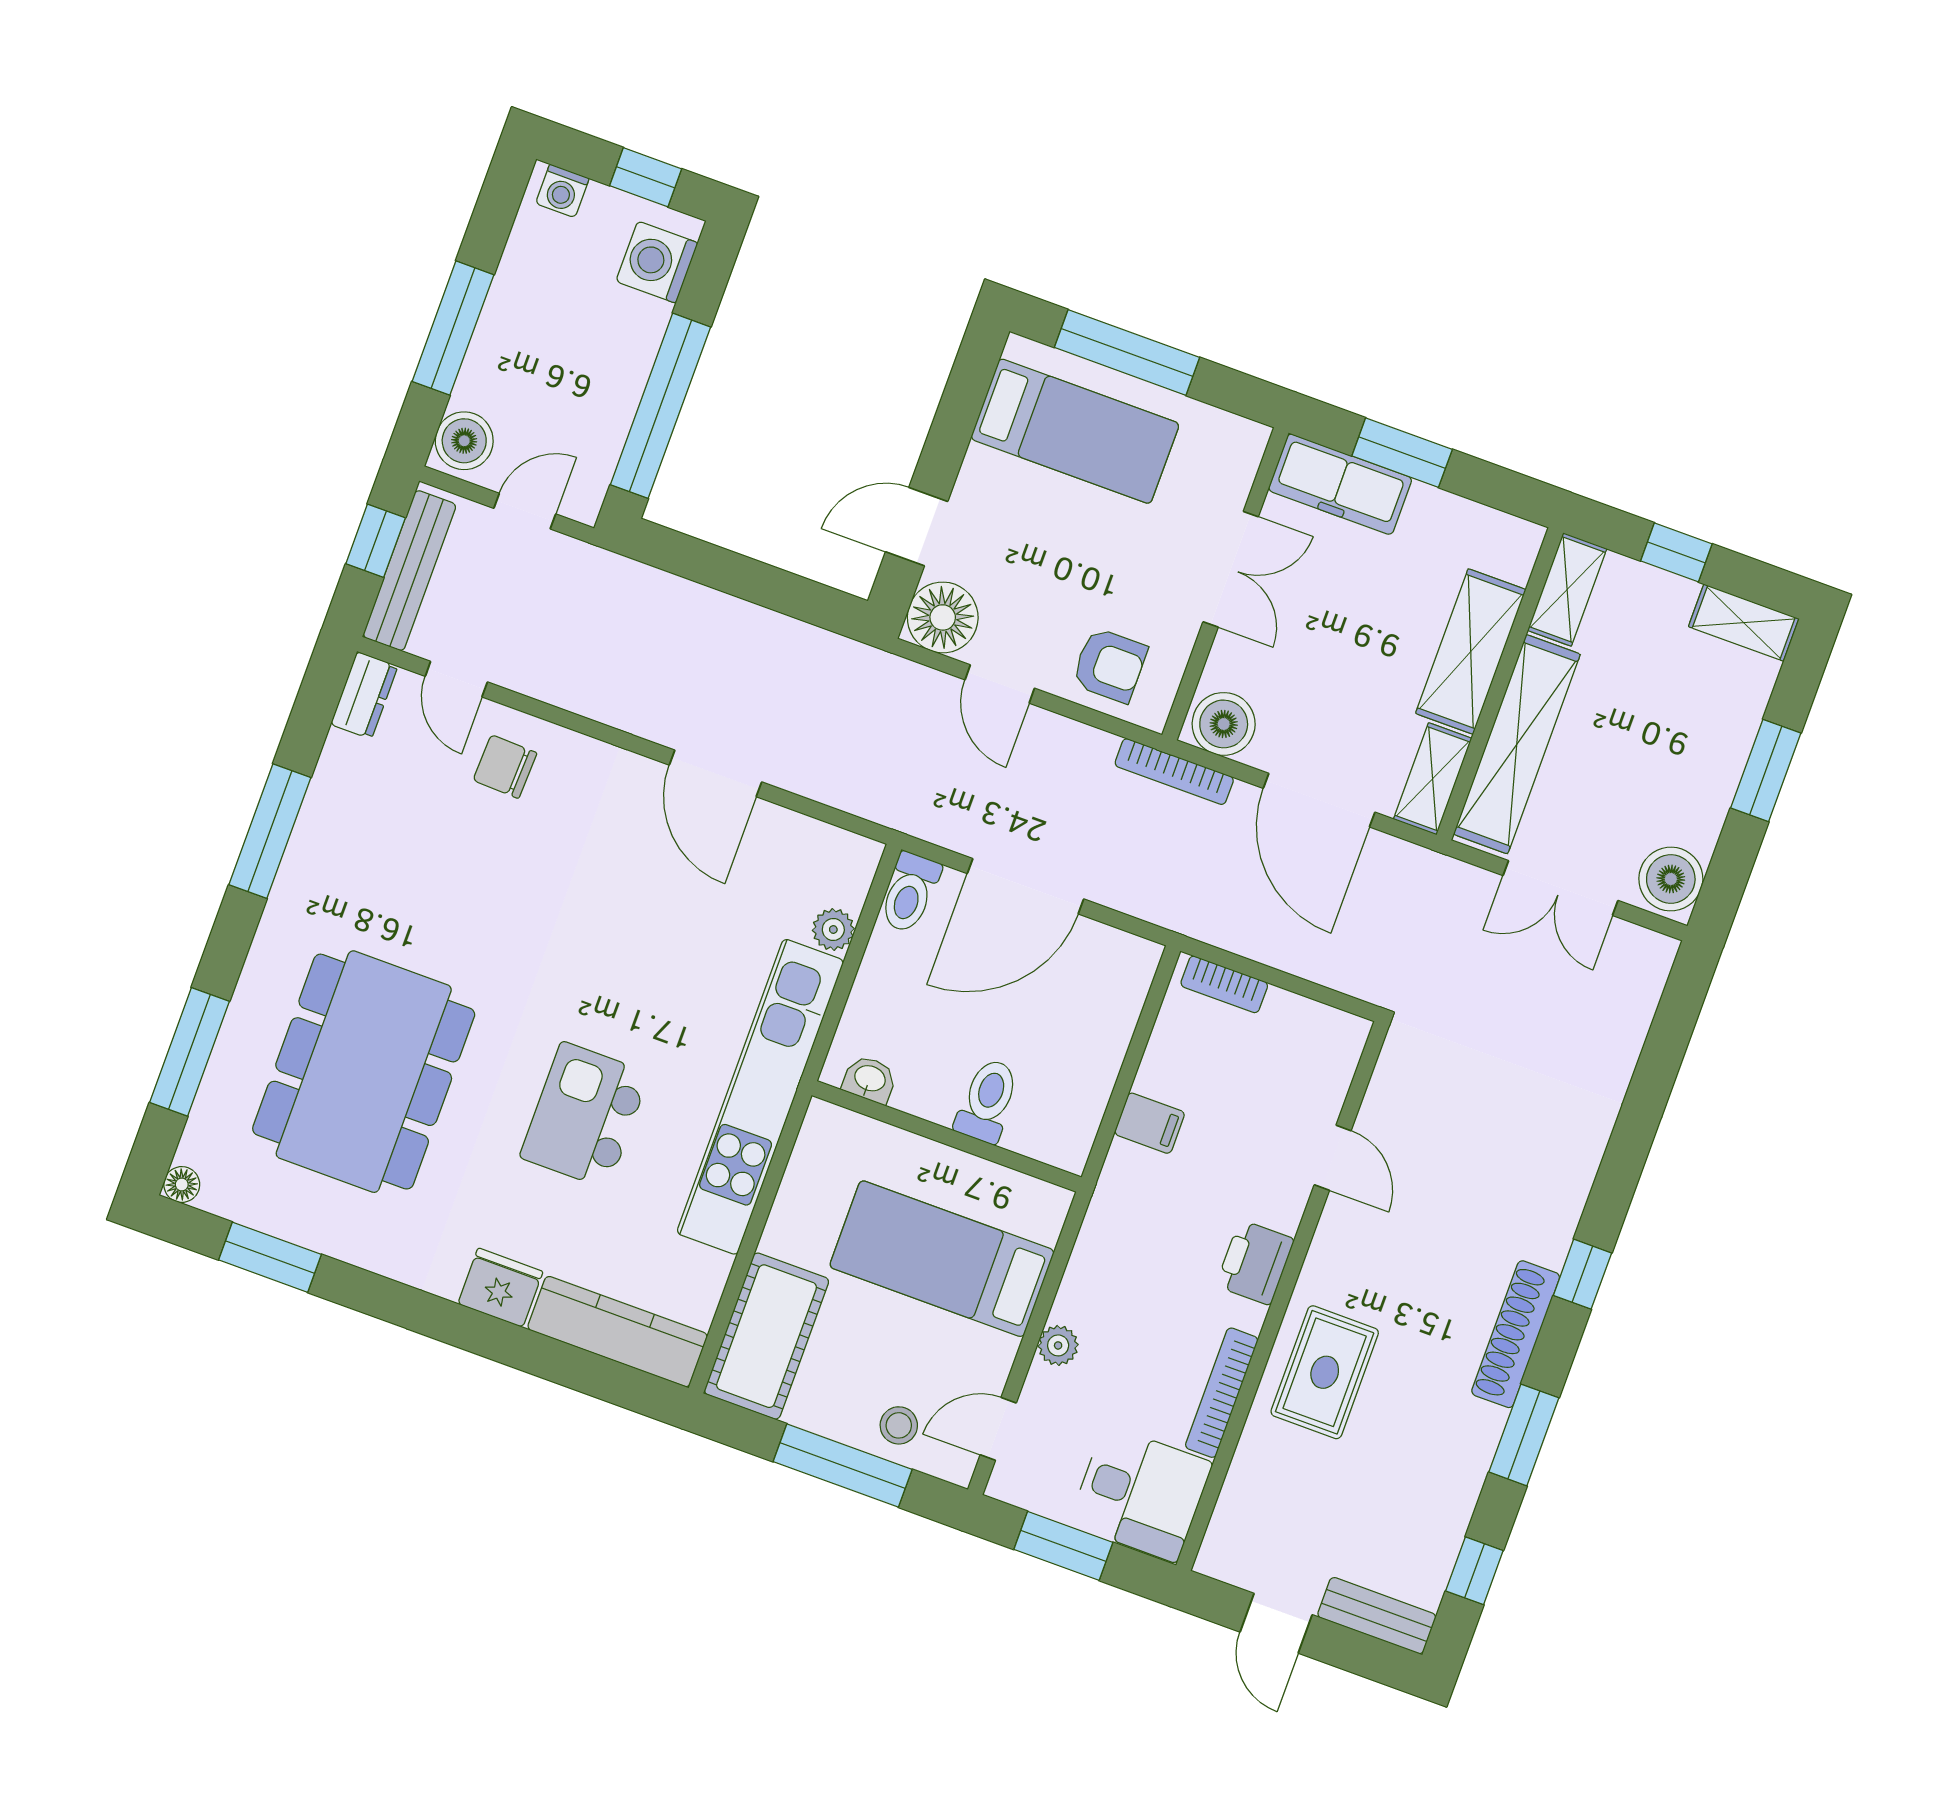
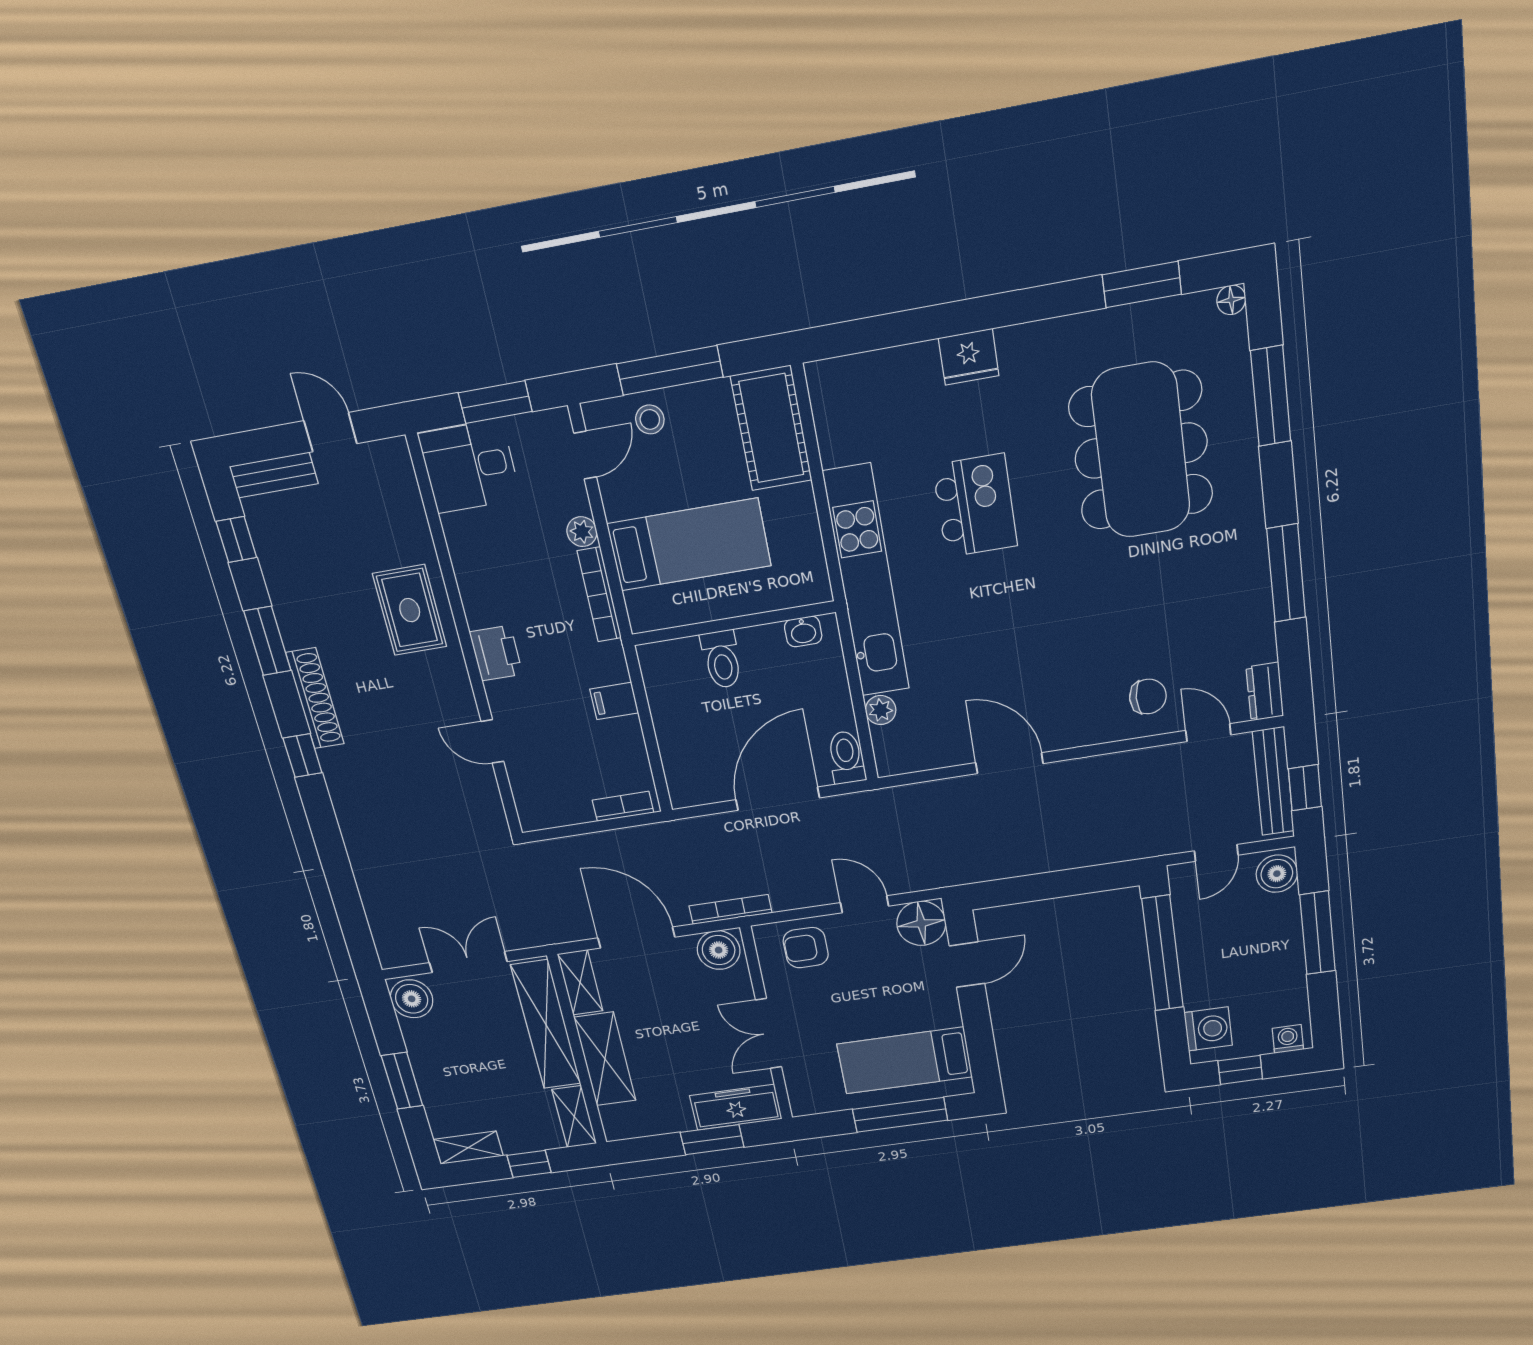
kitchen counter: (618, 1332) -> (872, 373), removed
bookcase: (1222, 1393) -> (599, 595), moved, turned 180

